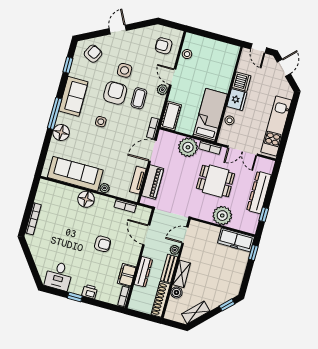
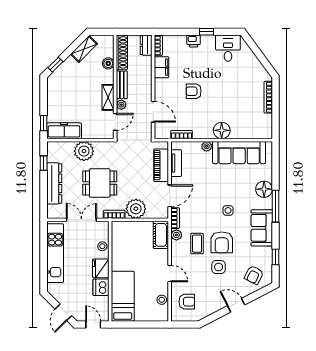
door: (118, 30) -> (236, 305), swing flipped
plant: (162, 90) -> (176, 235), moved
bed: (210, 115) -> (123, 296), moved, turned 180
dresser: (143, 272) -> (146, 45), moved, width x0.70
shelving: (182, 274) -> (108, 97), moved

